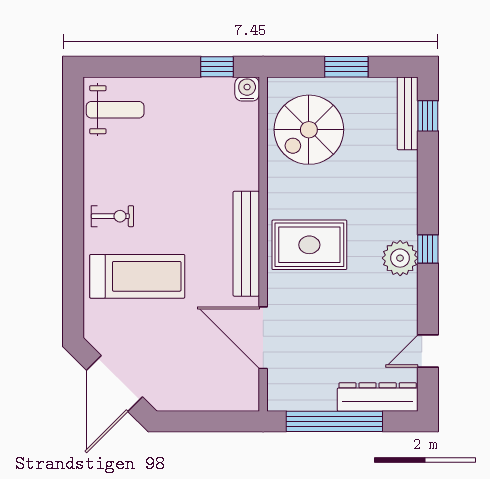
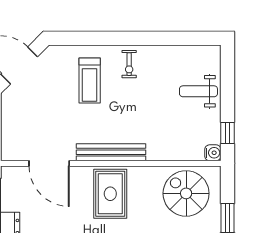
weight bench: (115, 110) -> (198, 91), moved, turned 90
treadmill: (137, 276) -> (90, 80), width x0.73, depth x0.73
door: (263, 338) -> (49, 163), swing flipped

